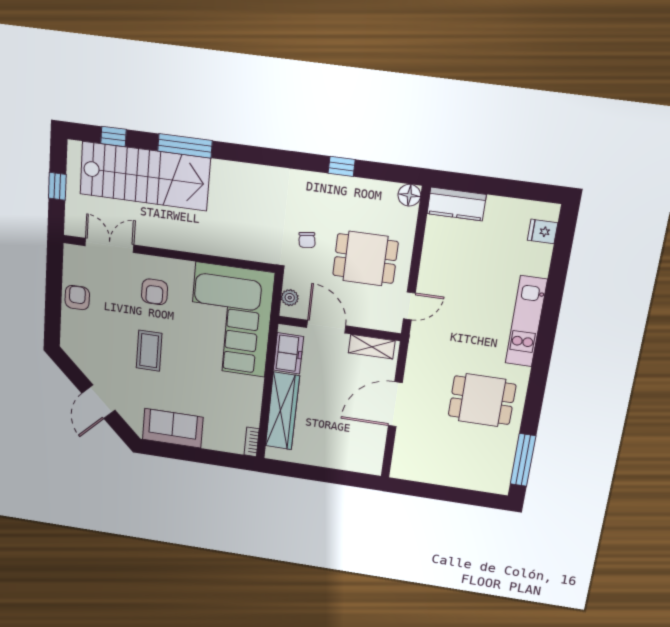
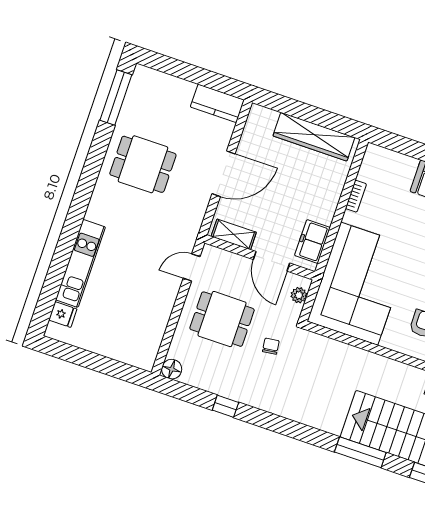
kitchen counter: (457, 204) -> (217, 103), moved, turned 180
kitchen unit: (526, 321) -> (80, 263), moved
wardrobe: (282, 411) -> (314, 137), moved, turned -90
bookcase: (252, 442) -> (356, 196), moved

